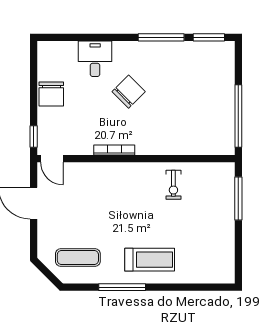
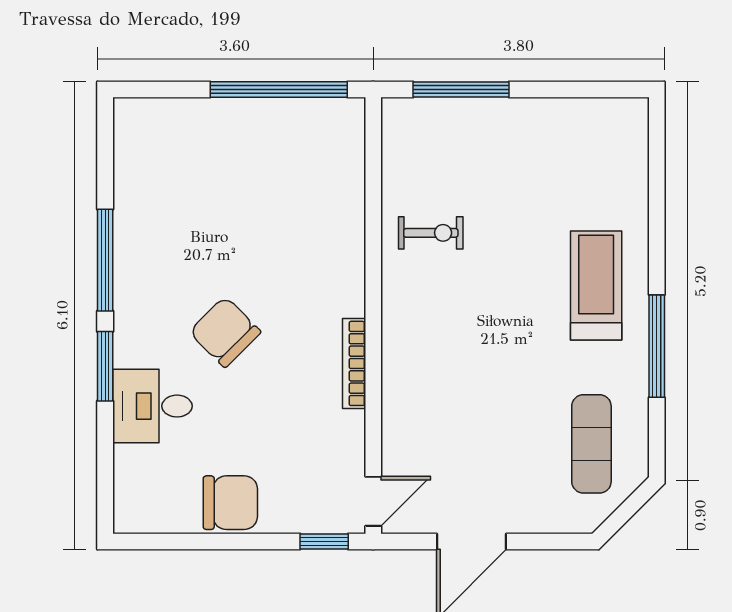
window: (209, 37) -> (105, 366), moved

